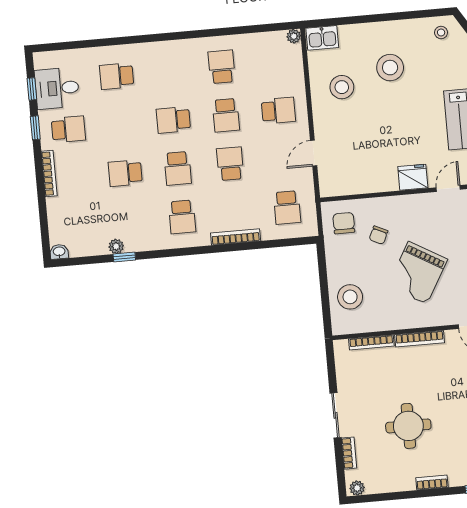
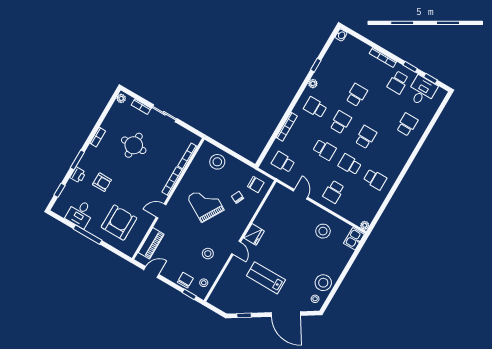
stool: (390, 68) -> (323, 283), moved
school desk: (178, 168) -> (340, 122), turned 90
plant: (116, 246) -> (313, 84), moved

